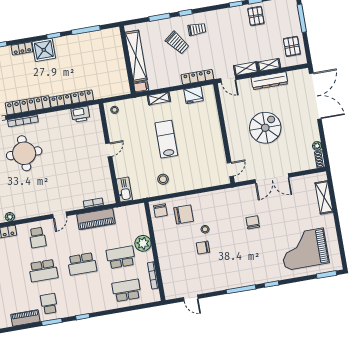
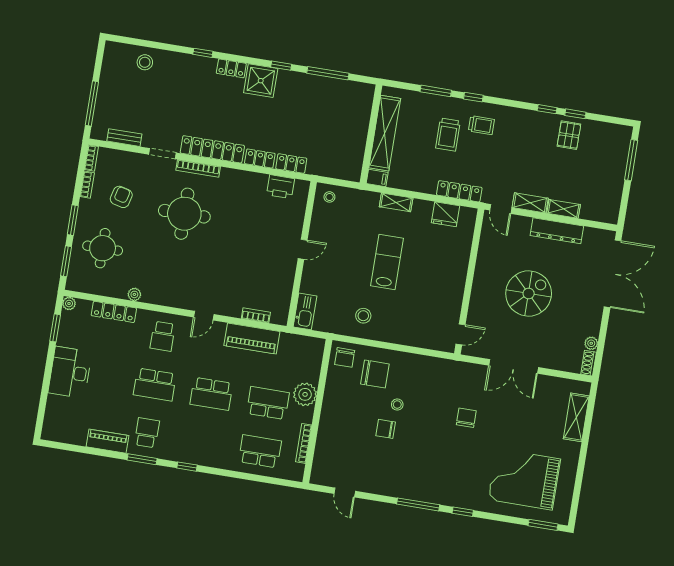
trolley: (177, 43) -> (448, 135), turned 38
pallet: (292, 46) -> (604, 194), removed

